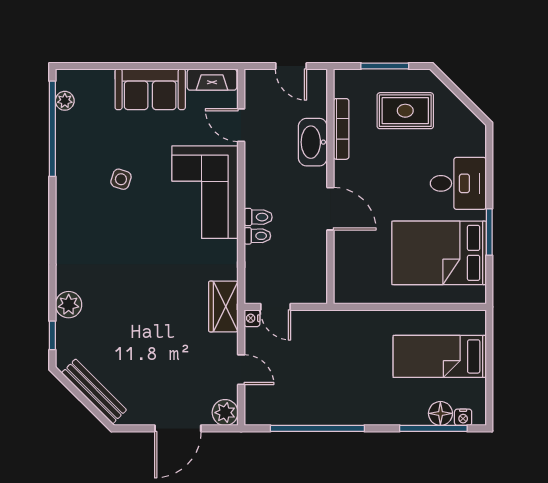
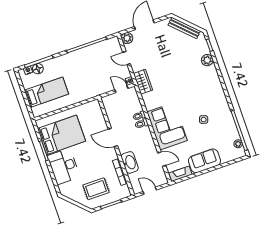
desk: (458, 183) -> (64, 166), width x1.37

